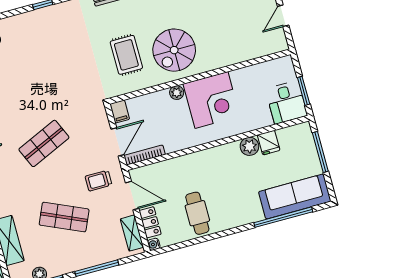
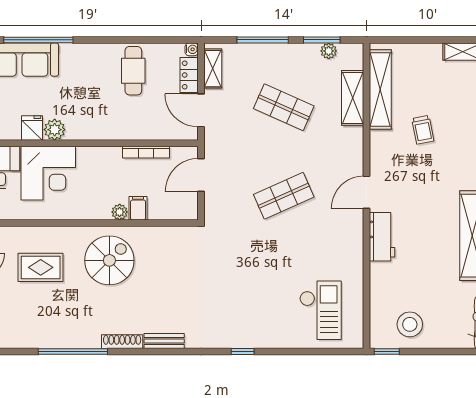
rug: (126, 55) -> (41, 267), moved, turned 90
corner desk: (211, 100) -> (48, 173), moved, turned 180
filing cabinet: (120, 112) -> (138, 208), moved
bookcase: (145, 155) -> (146, 152), moved
trolley: (99, 181) -> (234, 137), removed

